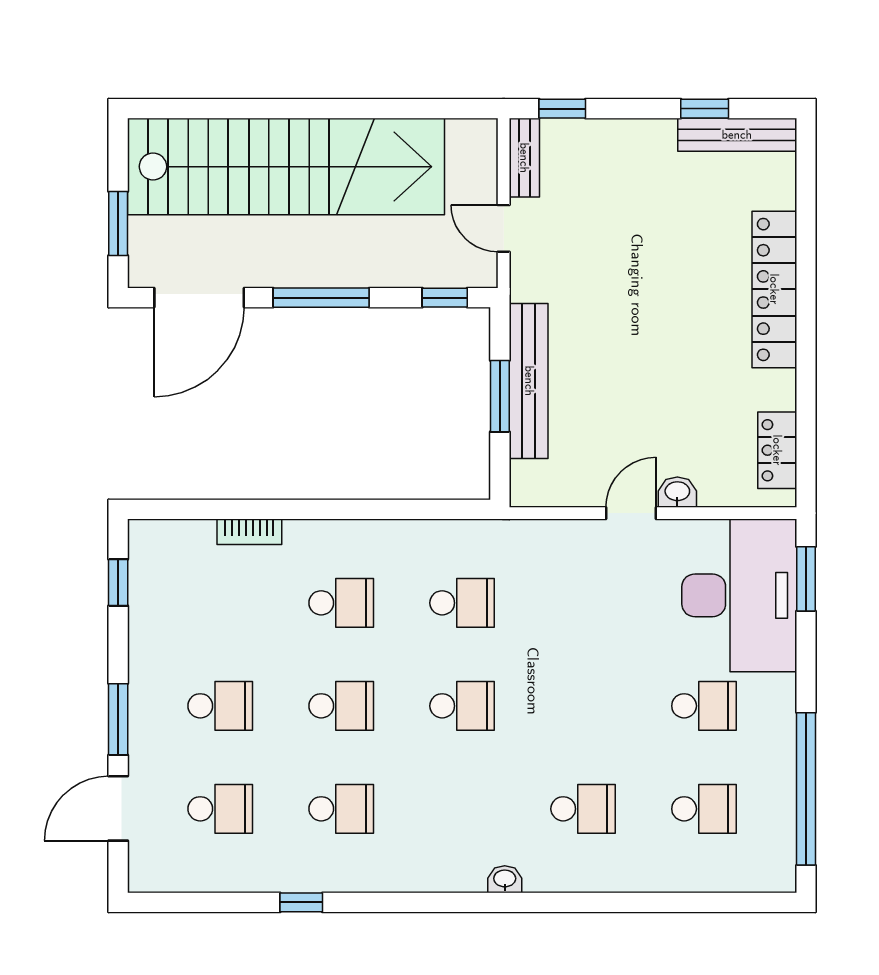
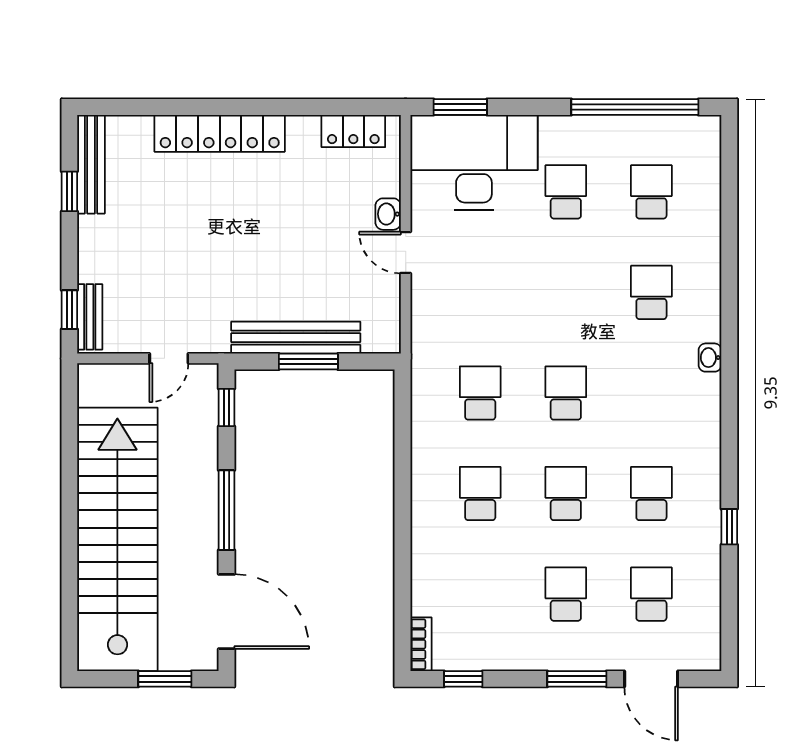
bench: (524, 158) -> (90, 317), moved, turned 90
bookcase: (249, 532) -> (421, 644), moved

